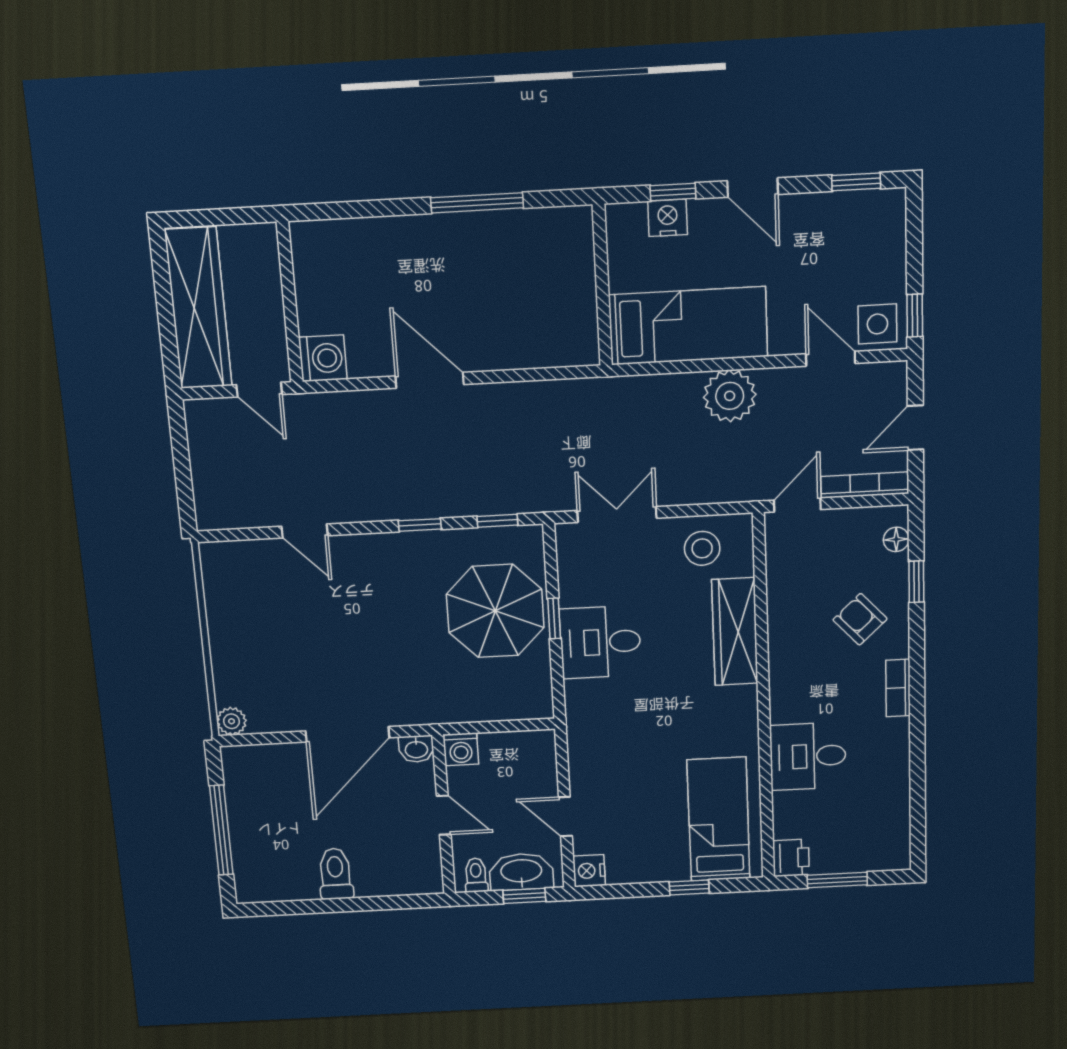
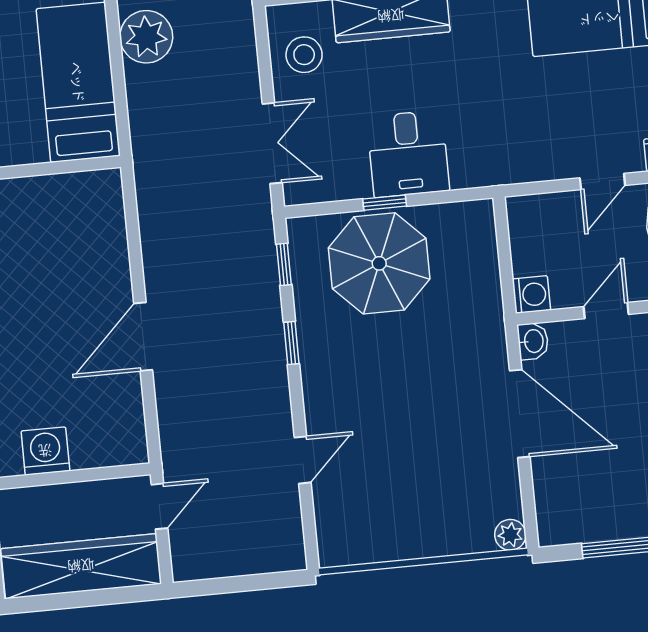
washing machine: (323, 358) -> (45, 451), moved
double door: (617, 514) -> (272, 143), swing flipped

